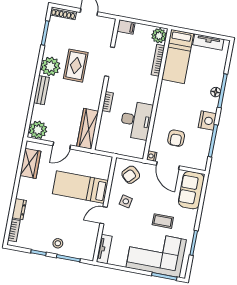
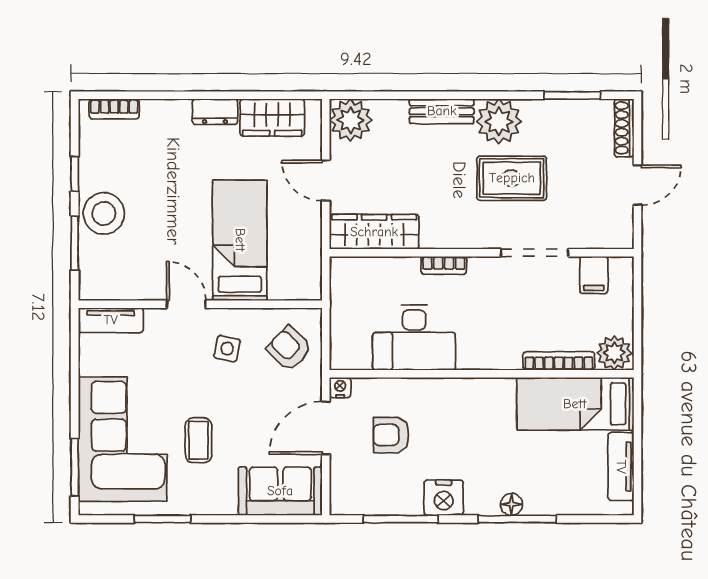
filing cabinet: (126, 27) -> (594, 275), moved
dresser: (19, 209) -> (215, 112), moved
stool: (58, 243) -> (104, 213), width x1.89, depth x1.89

